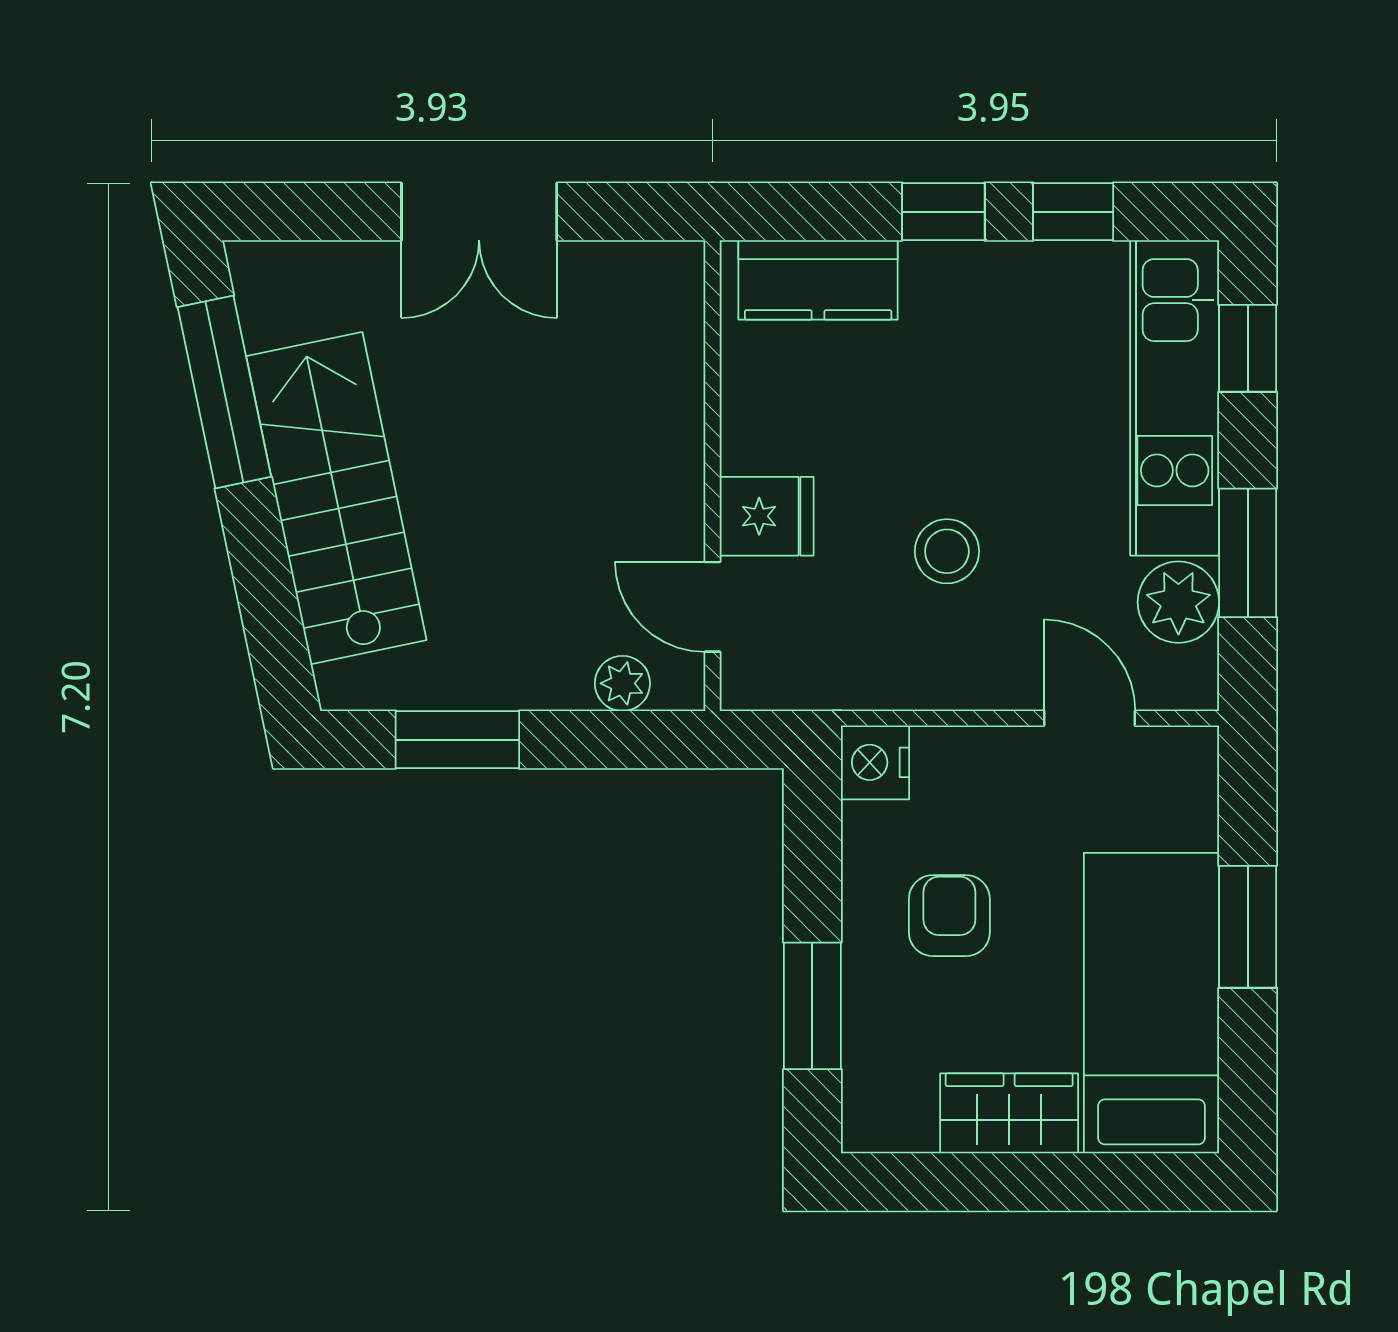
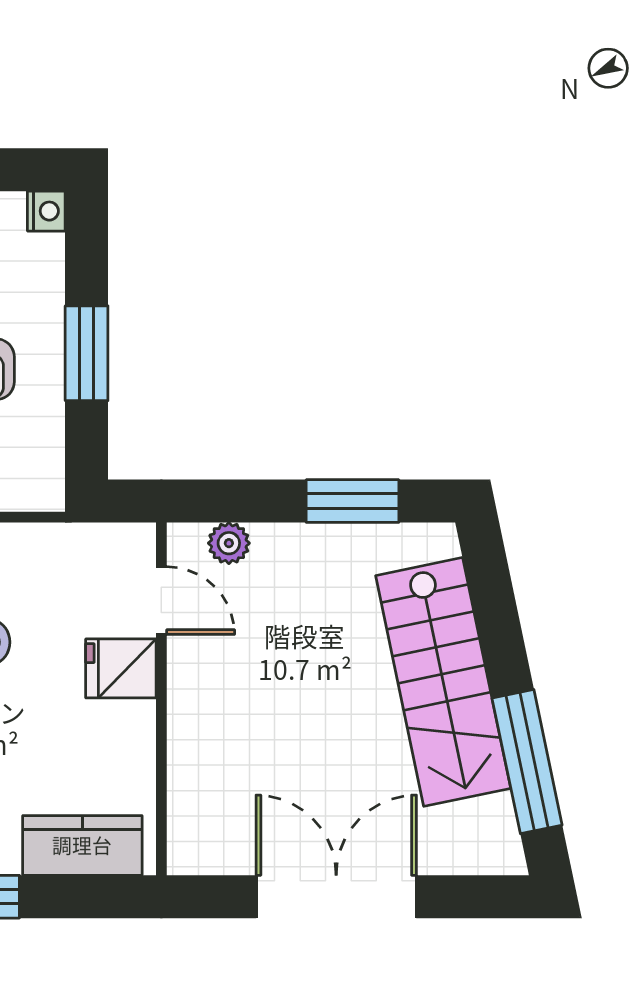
double door: (479, 212) -> (336, 897), width x1.37
nightstand: (875, 762) -> (46, 211), moved, width x0.72, depth x0.74
window: (812, 1006) -> (87, 353), moved

